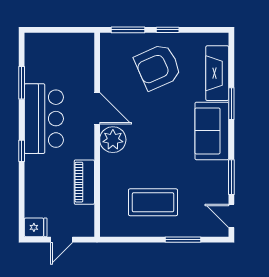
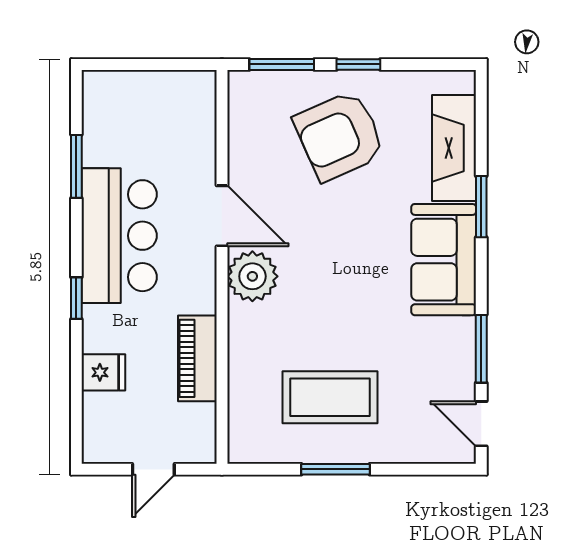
fridge: (36, 227) -> (103, 372), moved
window: (183, 240) -> (335, 469), moved

